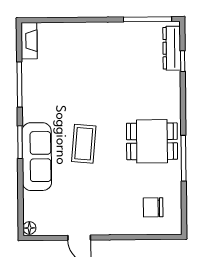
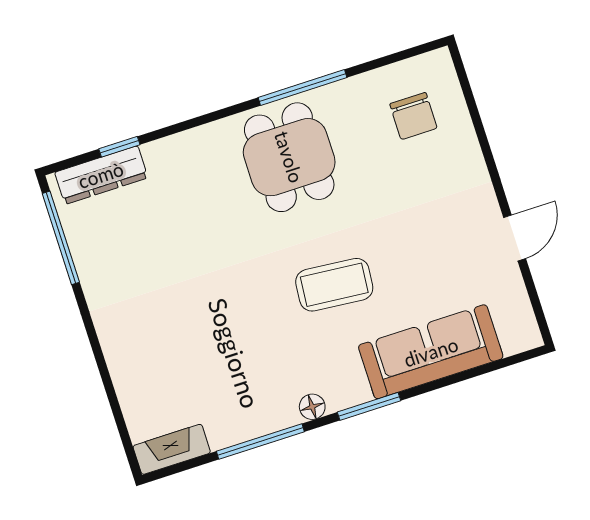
sofa: (37, 157) -> (431, 352), moved
floor lamp: (29, 228) -> (312, 407), moved

